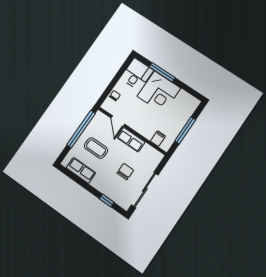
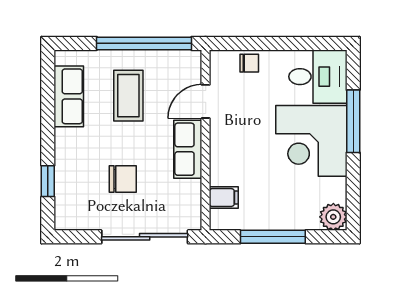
plant: (193, 103) -> (333, 217), added
sliding door: (145, 190) -> (145, 237), moved

